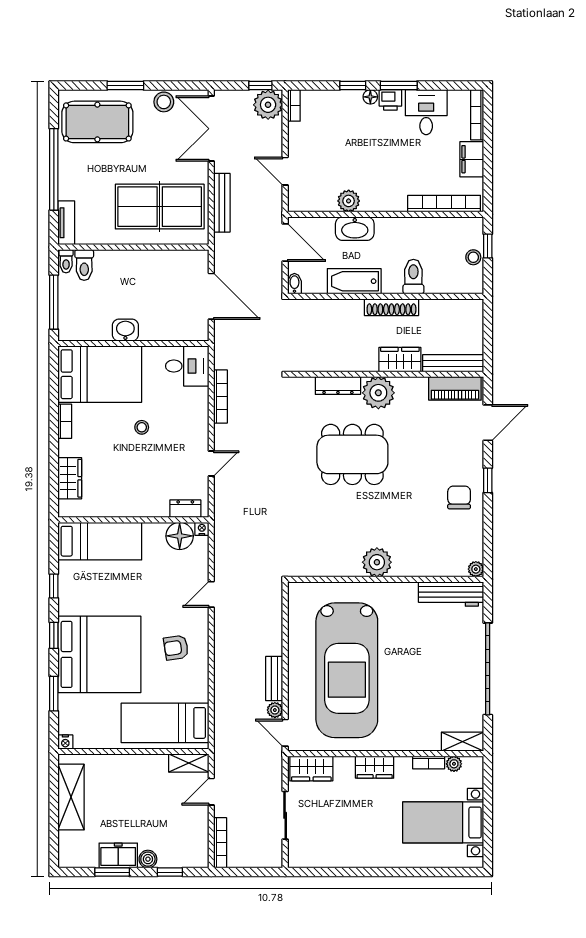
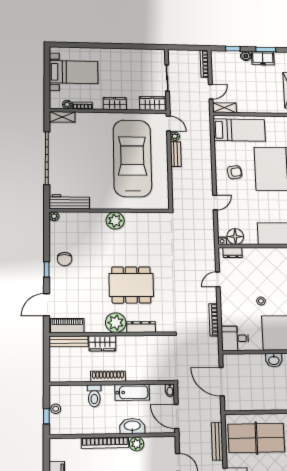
bookcase: (444, 204) -> (105, 443), moved

